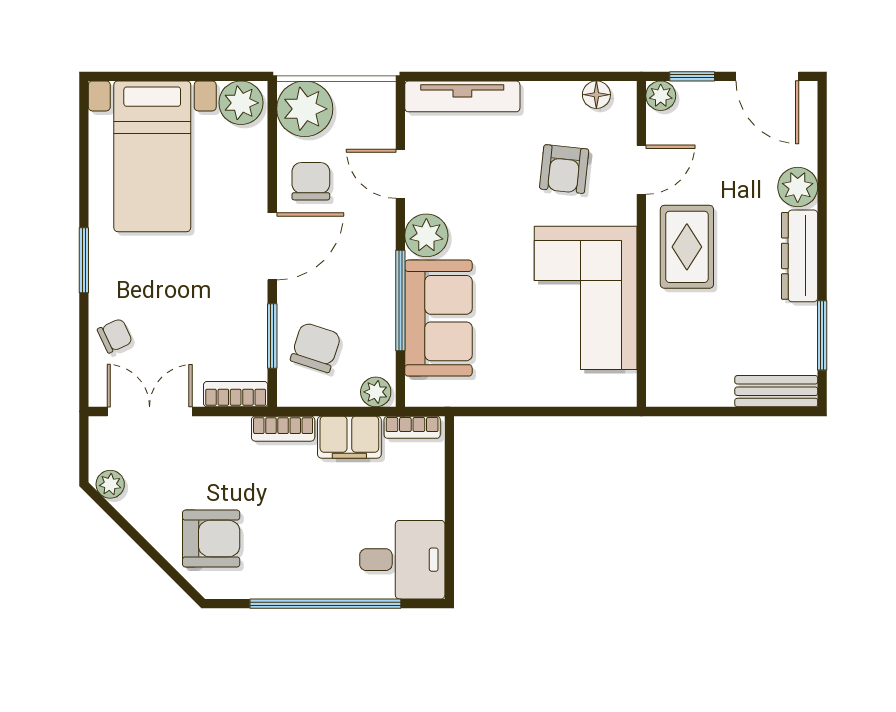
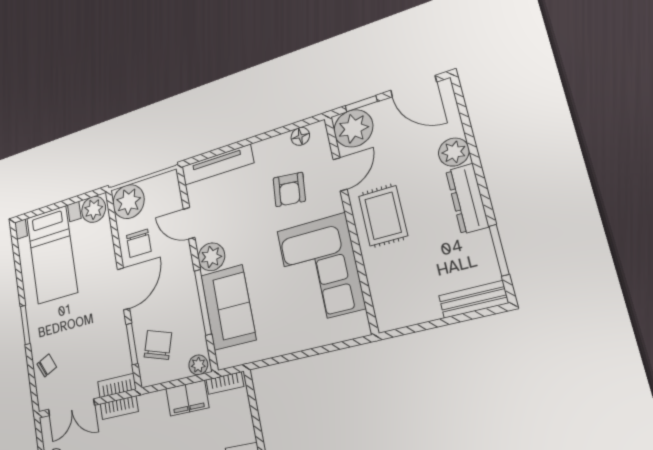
plant: (661, 96) -> (353, 128), width x1.88, depth x1.88
chair: (311, 181) -> (139, 243), turned 180
double door: (150, 411) -> (71, 407), swing flipped
bookcase: (283, 429) -> (119, 408), moved

